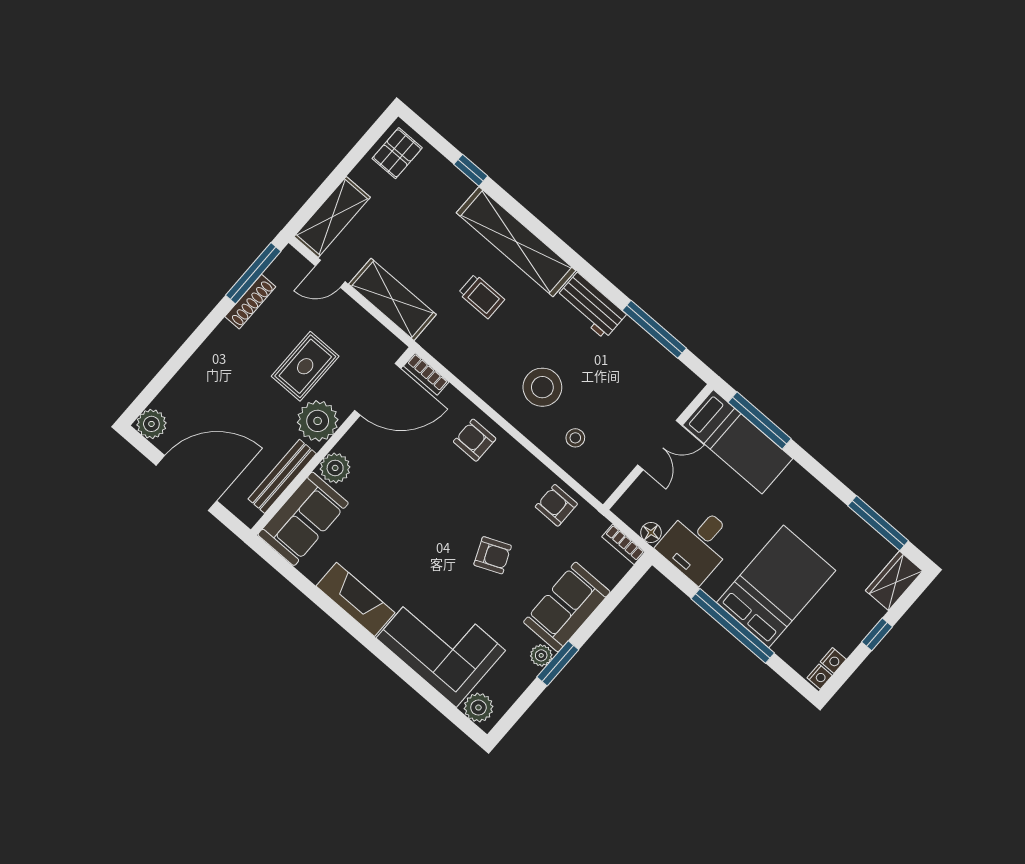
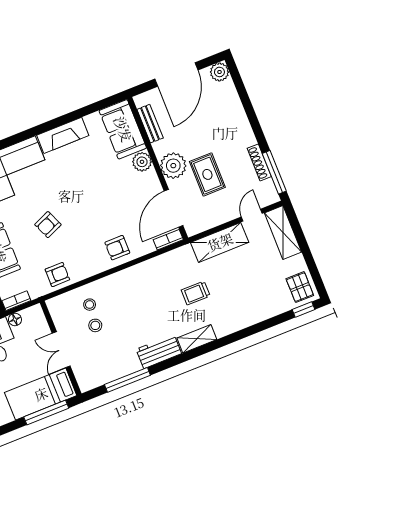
window: (471, 170) -> (304, 310), moved
shelving: (516, 242) -> (197, 339), width x0.45, depth x0.75
stool: (542, 387) -> (95, 325), moved, width x0.53, depth x0.53
armchair: (475, 440) -> (117, 248), turned 180
bench: (282, 476) -> (150, 124), width x0.73

